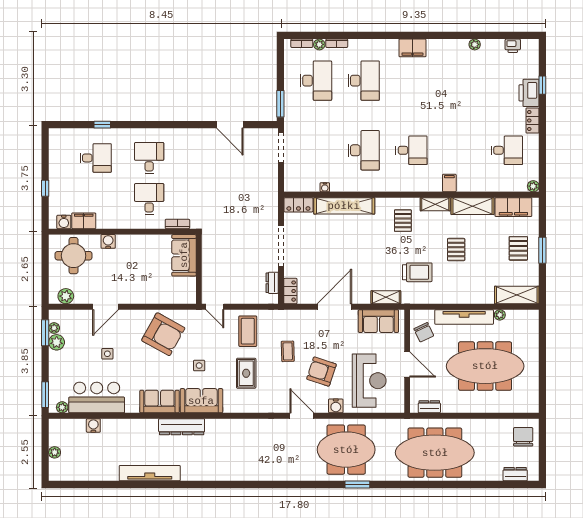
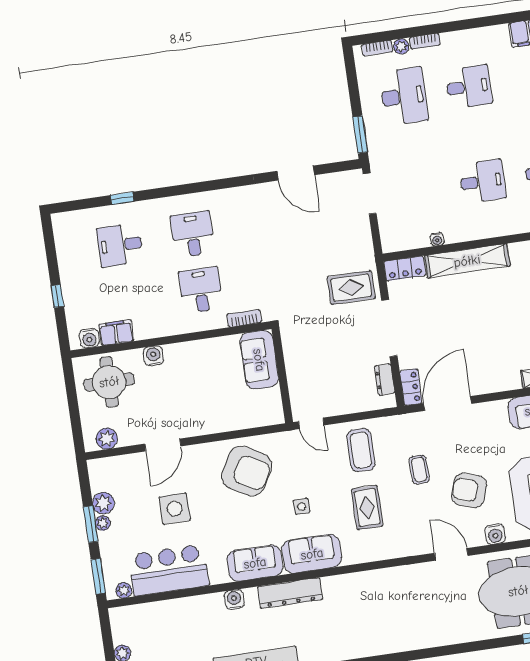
desk: (364, 81) -> (469, 87), width x0.73
desk: (364, 150) -> (483, 181), width x0.73
desk: (96, 158) -> (120, 245), turned 180
rug: (258, 213) -> (351, 288), added
door: (334, 307) -> (447, 403), moved
plant: (54, 328) -> (103, 523), moved
window: (45, 333) -> (91, 524), moved
side table: (107, 354) -> (175, 509), width x1.87, depth x1.87
water cooler: (93, 425) -> (234, 599), moved

